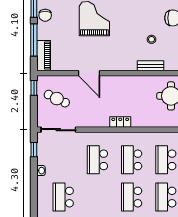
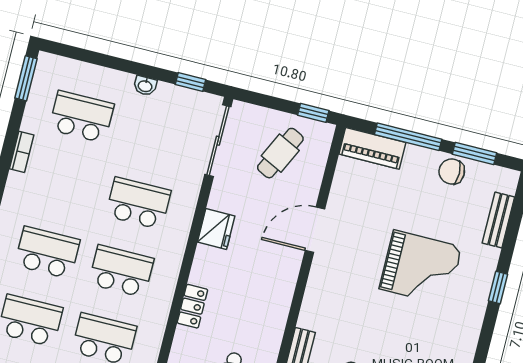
fridge: (100, 120) -> (216, 229), added
locker: (120, 122) -> (192, 306), moved

